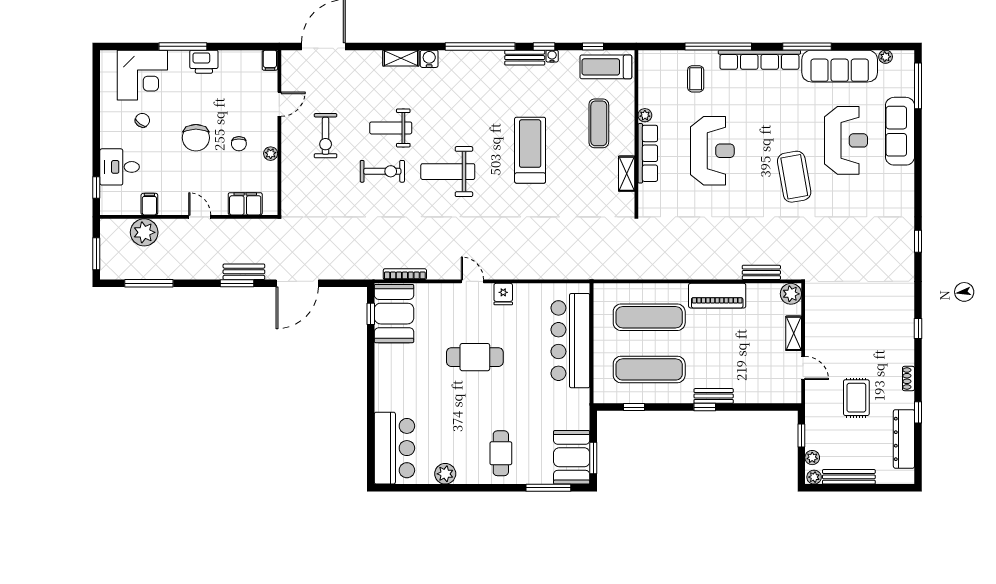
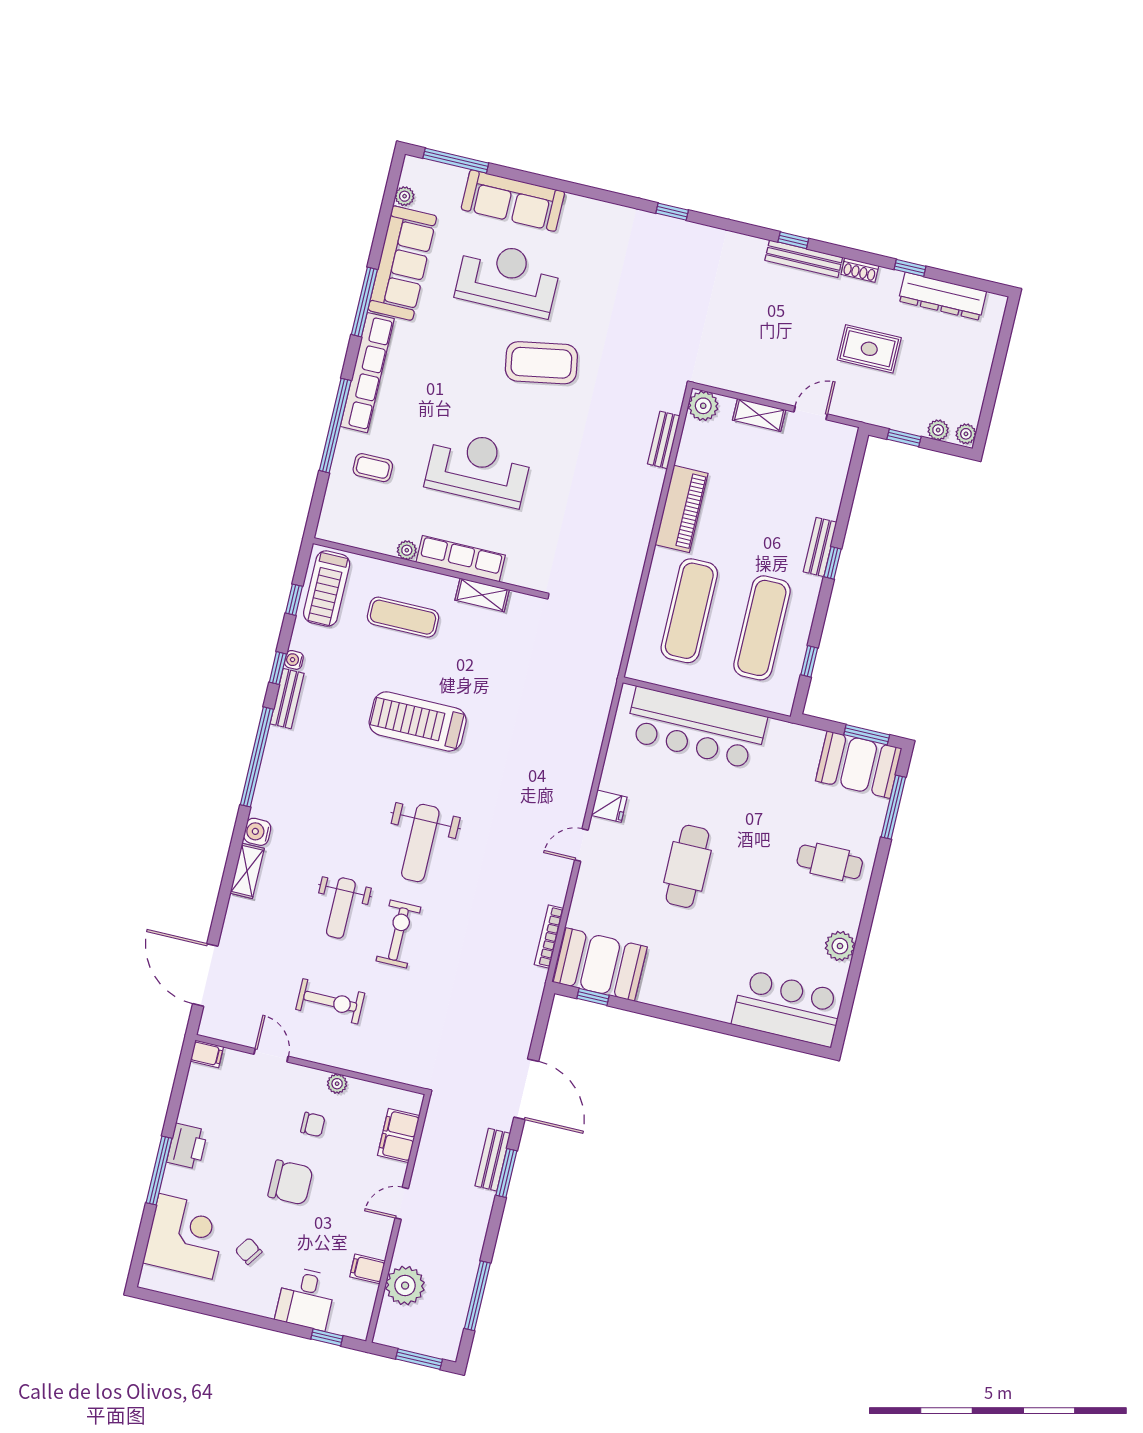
bench: (849, 477) -> (804, 259), moved, turned 90

